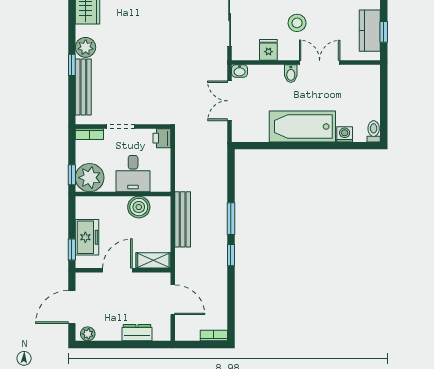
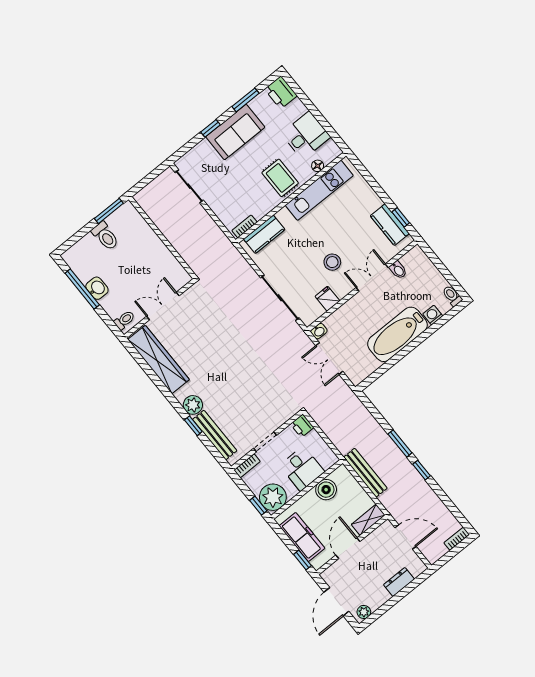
bidet: (291, 74) -> (398, 270), moved
freezer: (87, 237) -> (302, 537), width x1.40

